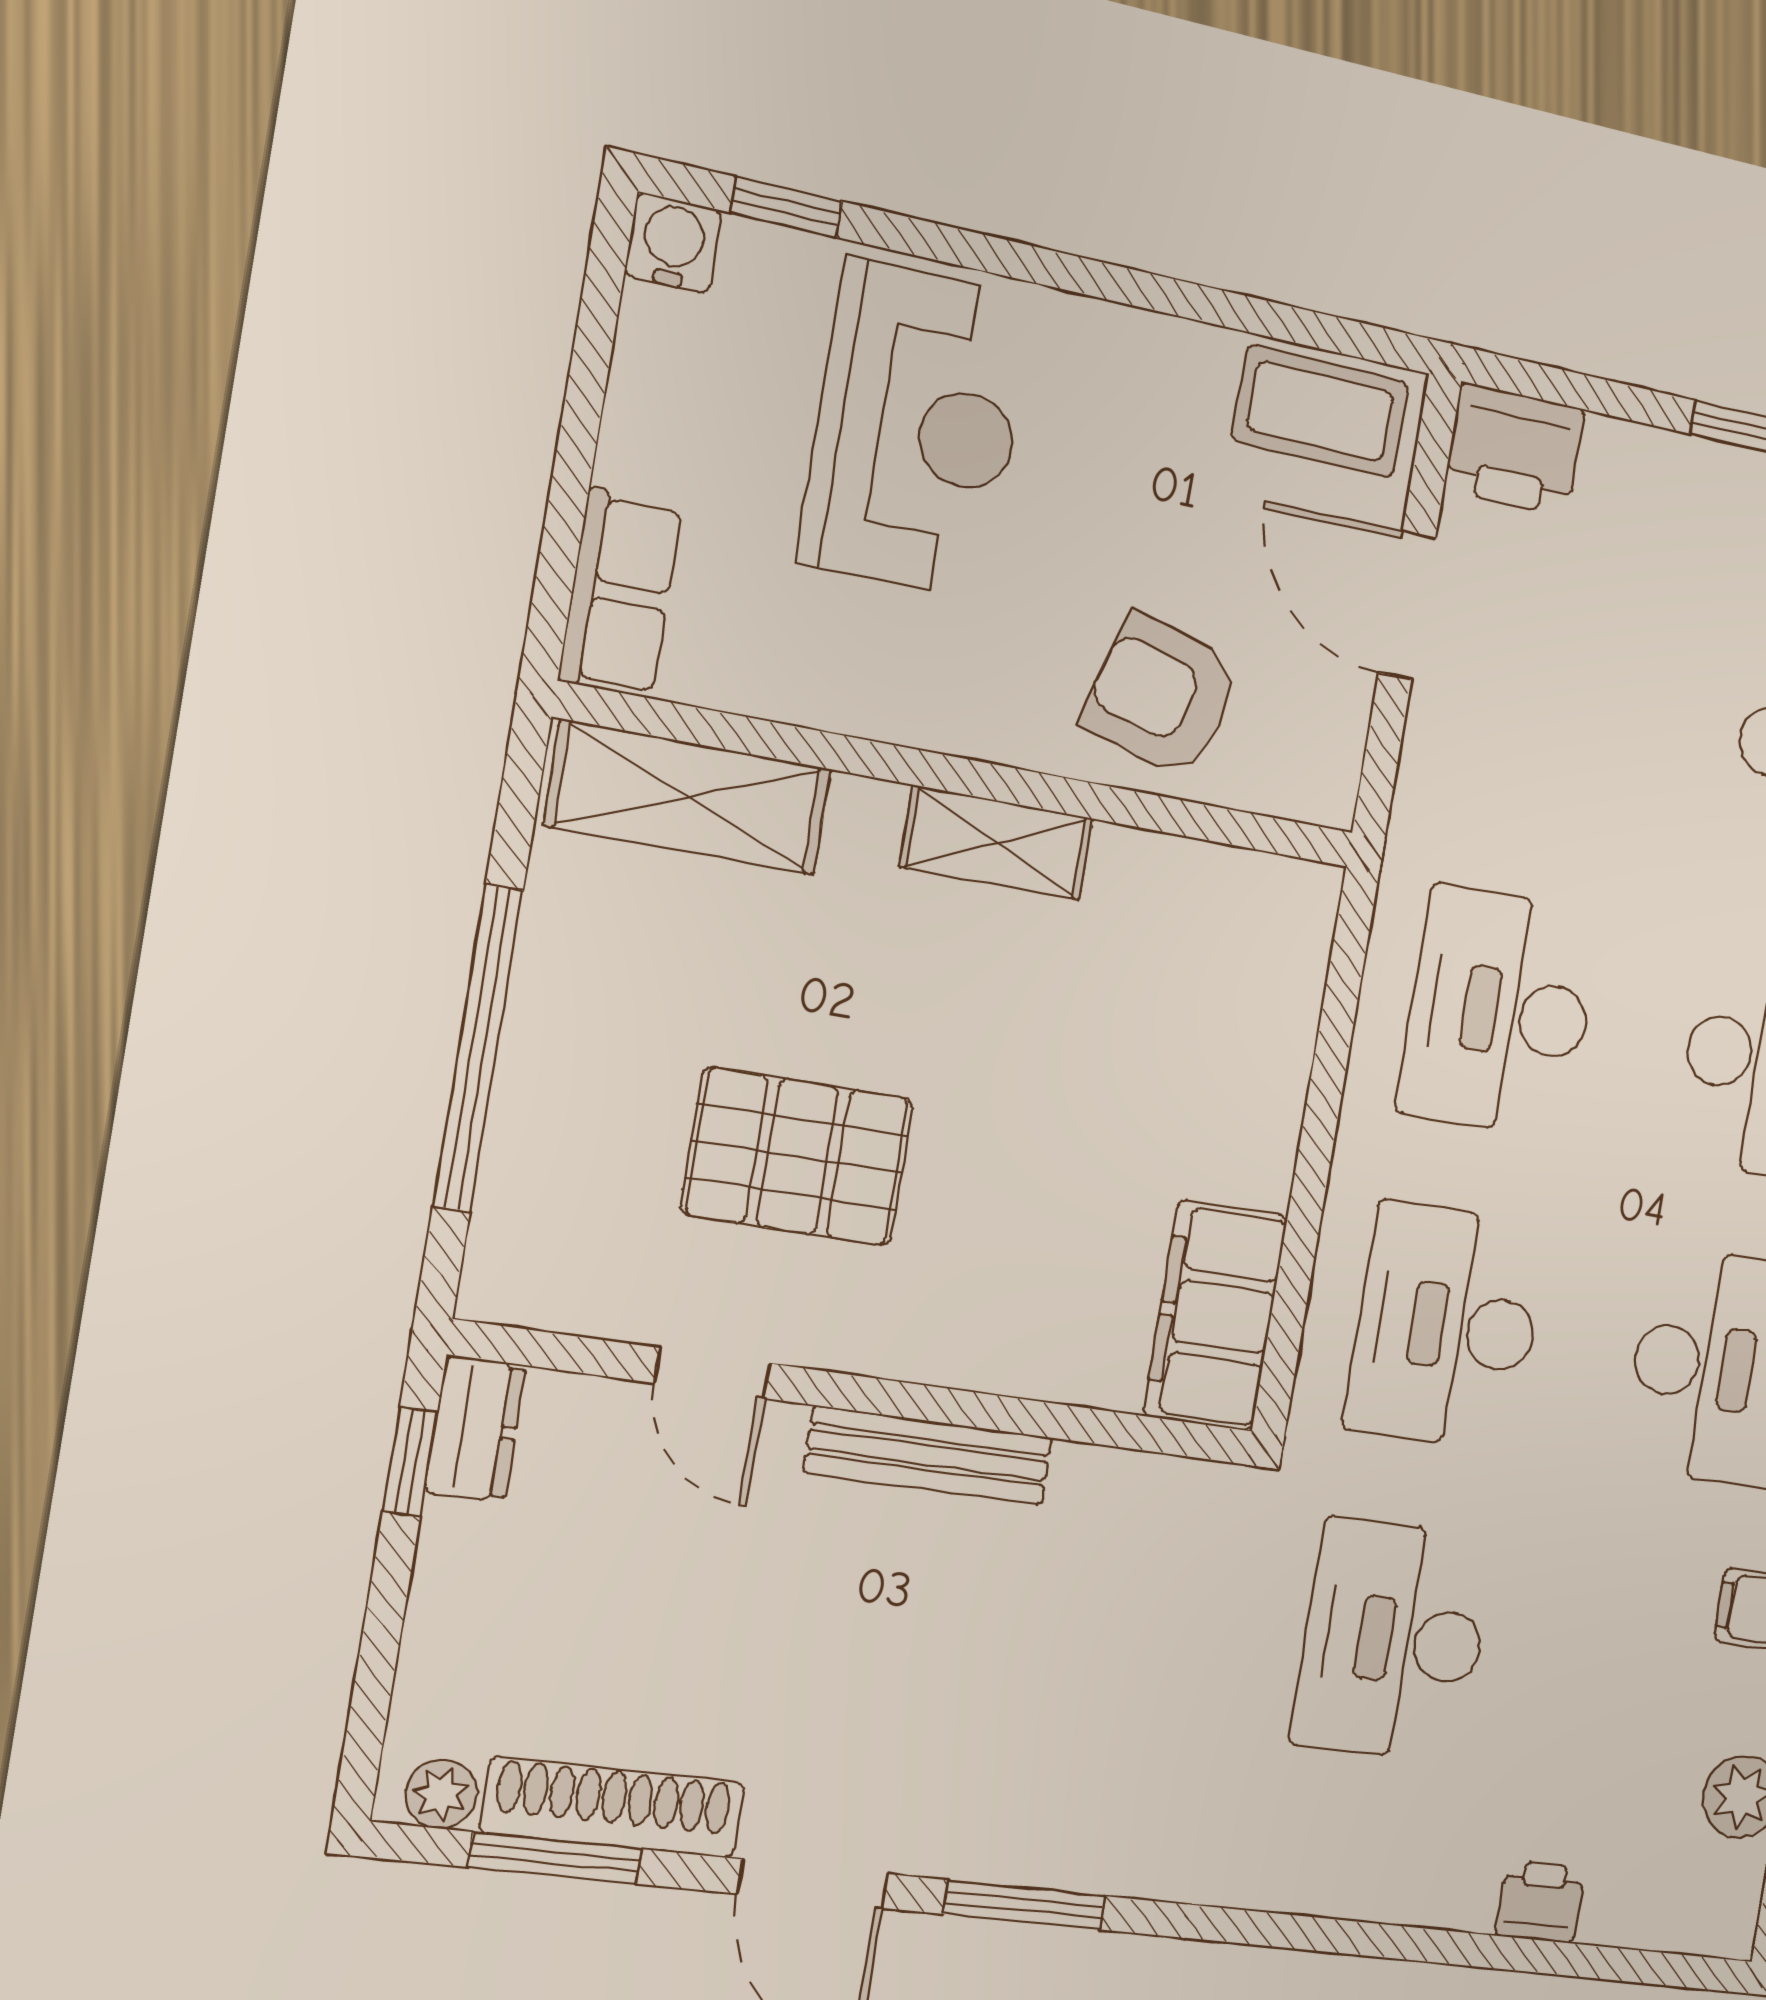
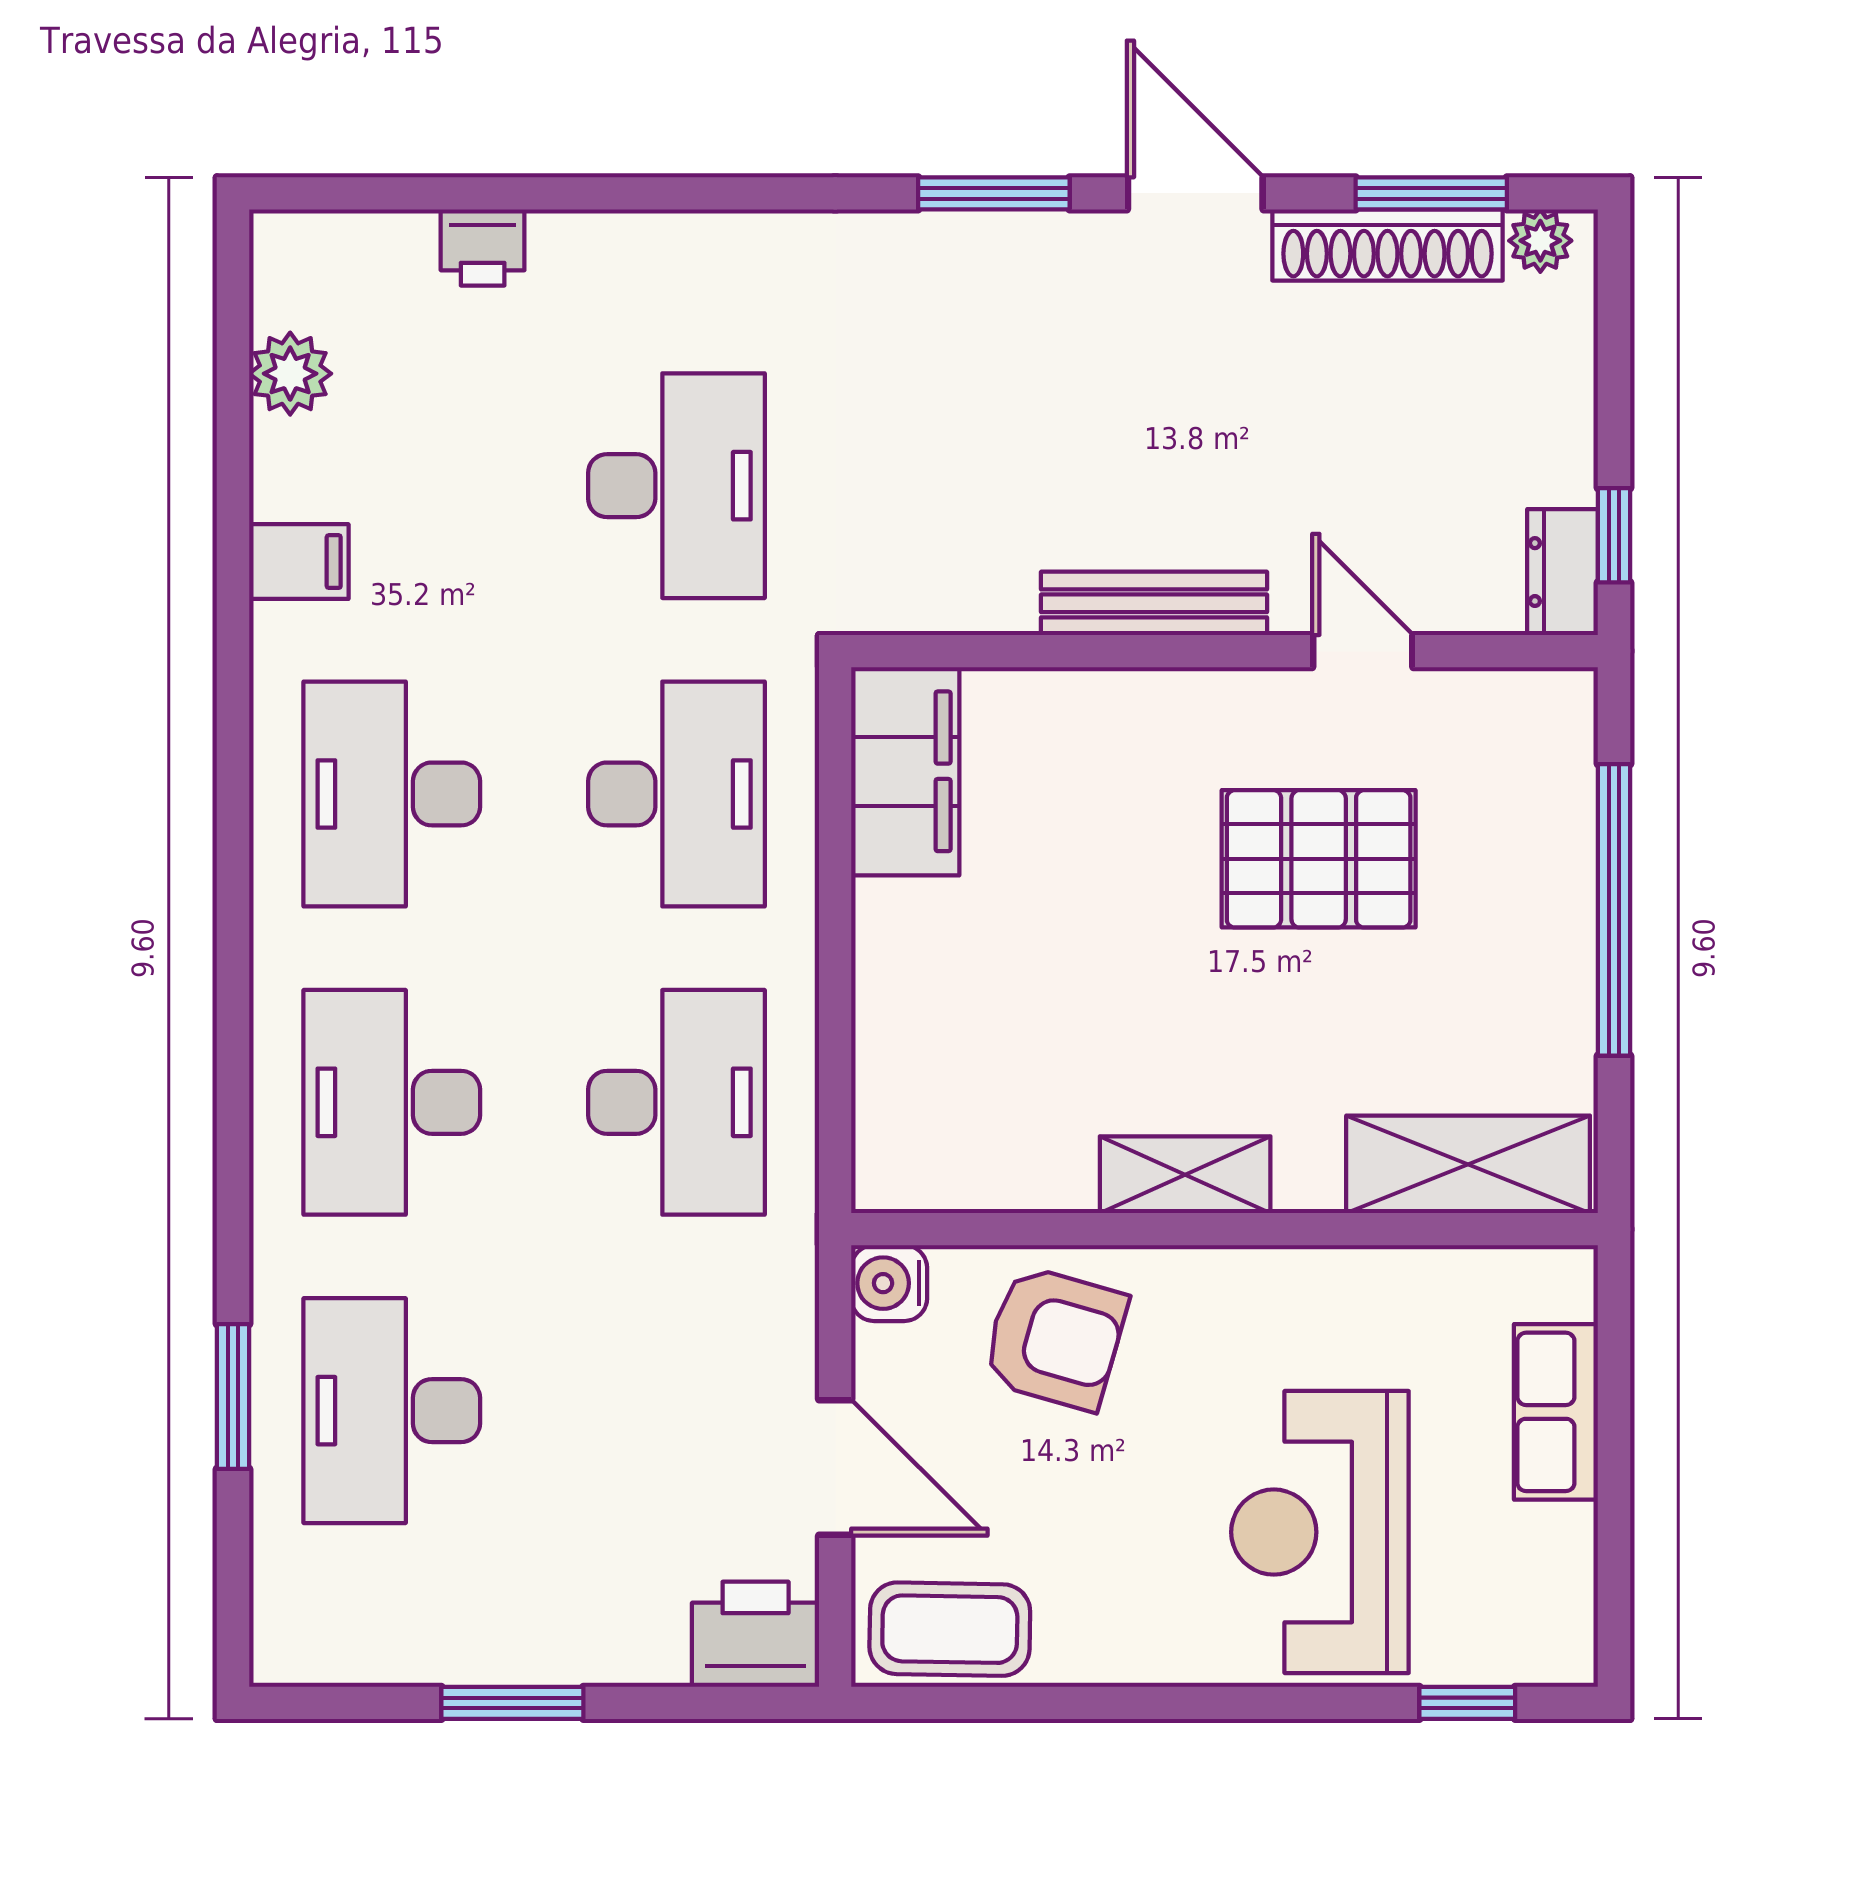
water cooler: (673, 243) -> (889, 1283), moved, turned 90
row of seats: (620, 593) -> (1556, 1412), moved

